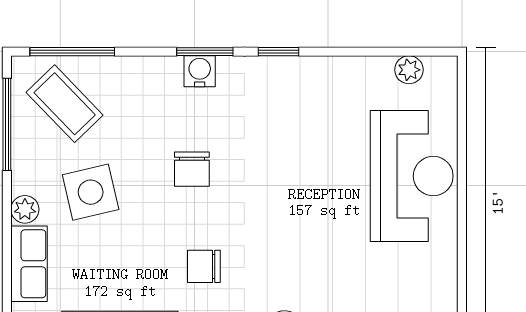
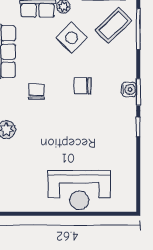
plant: (409, 70) -> (130, 189), removed
side table: (91, 192) -> (72, 38), turned -33

